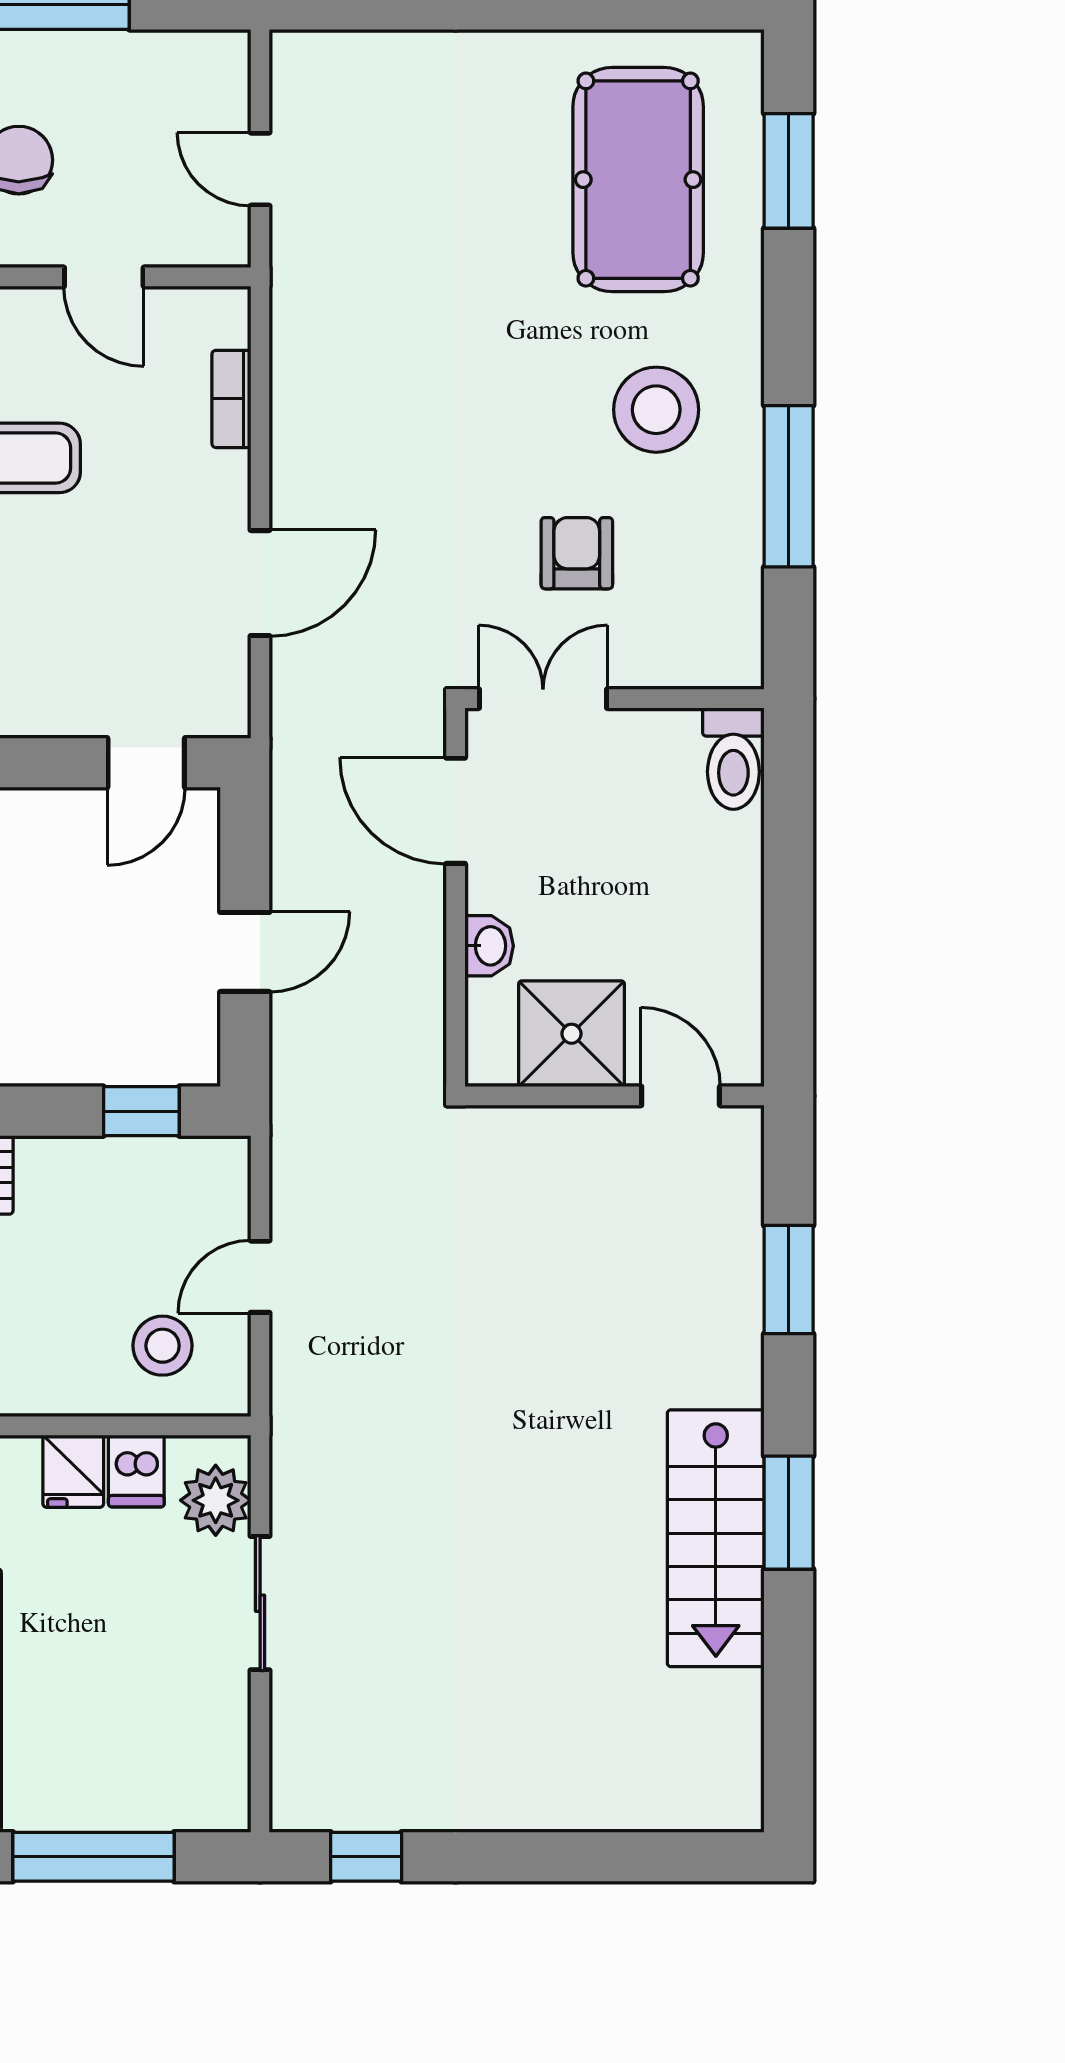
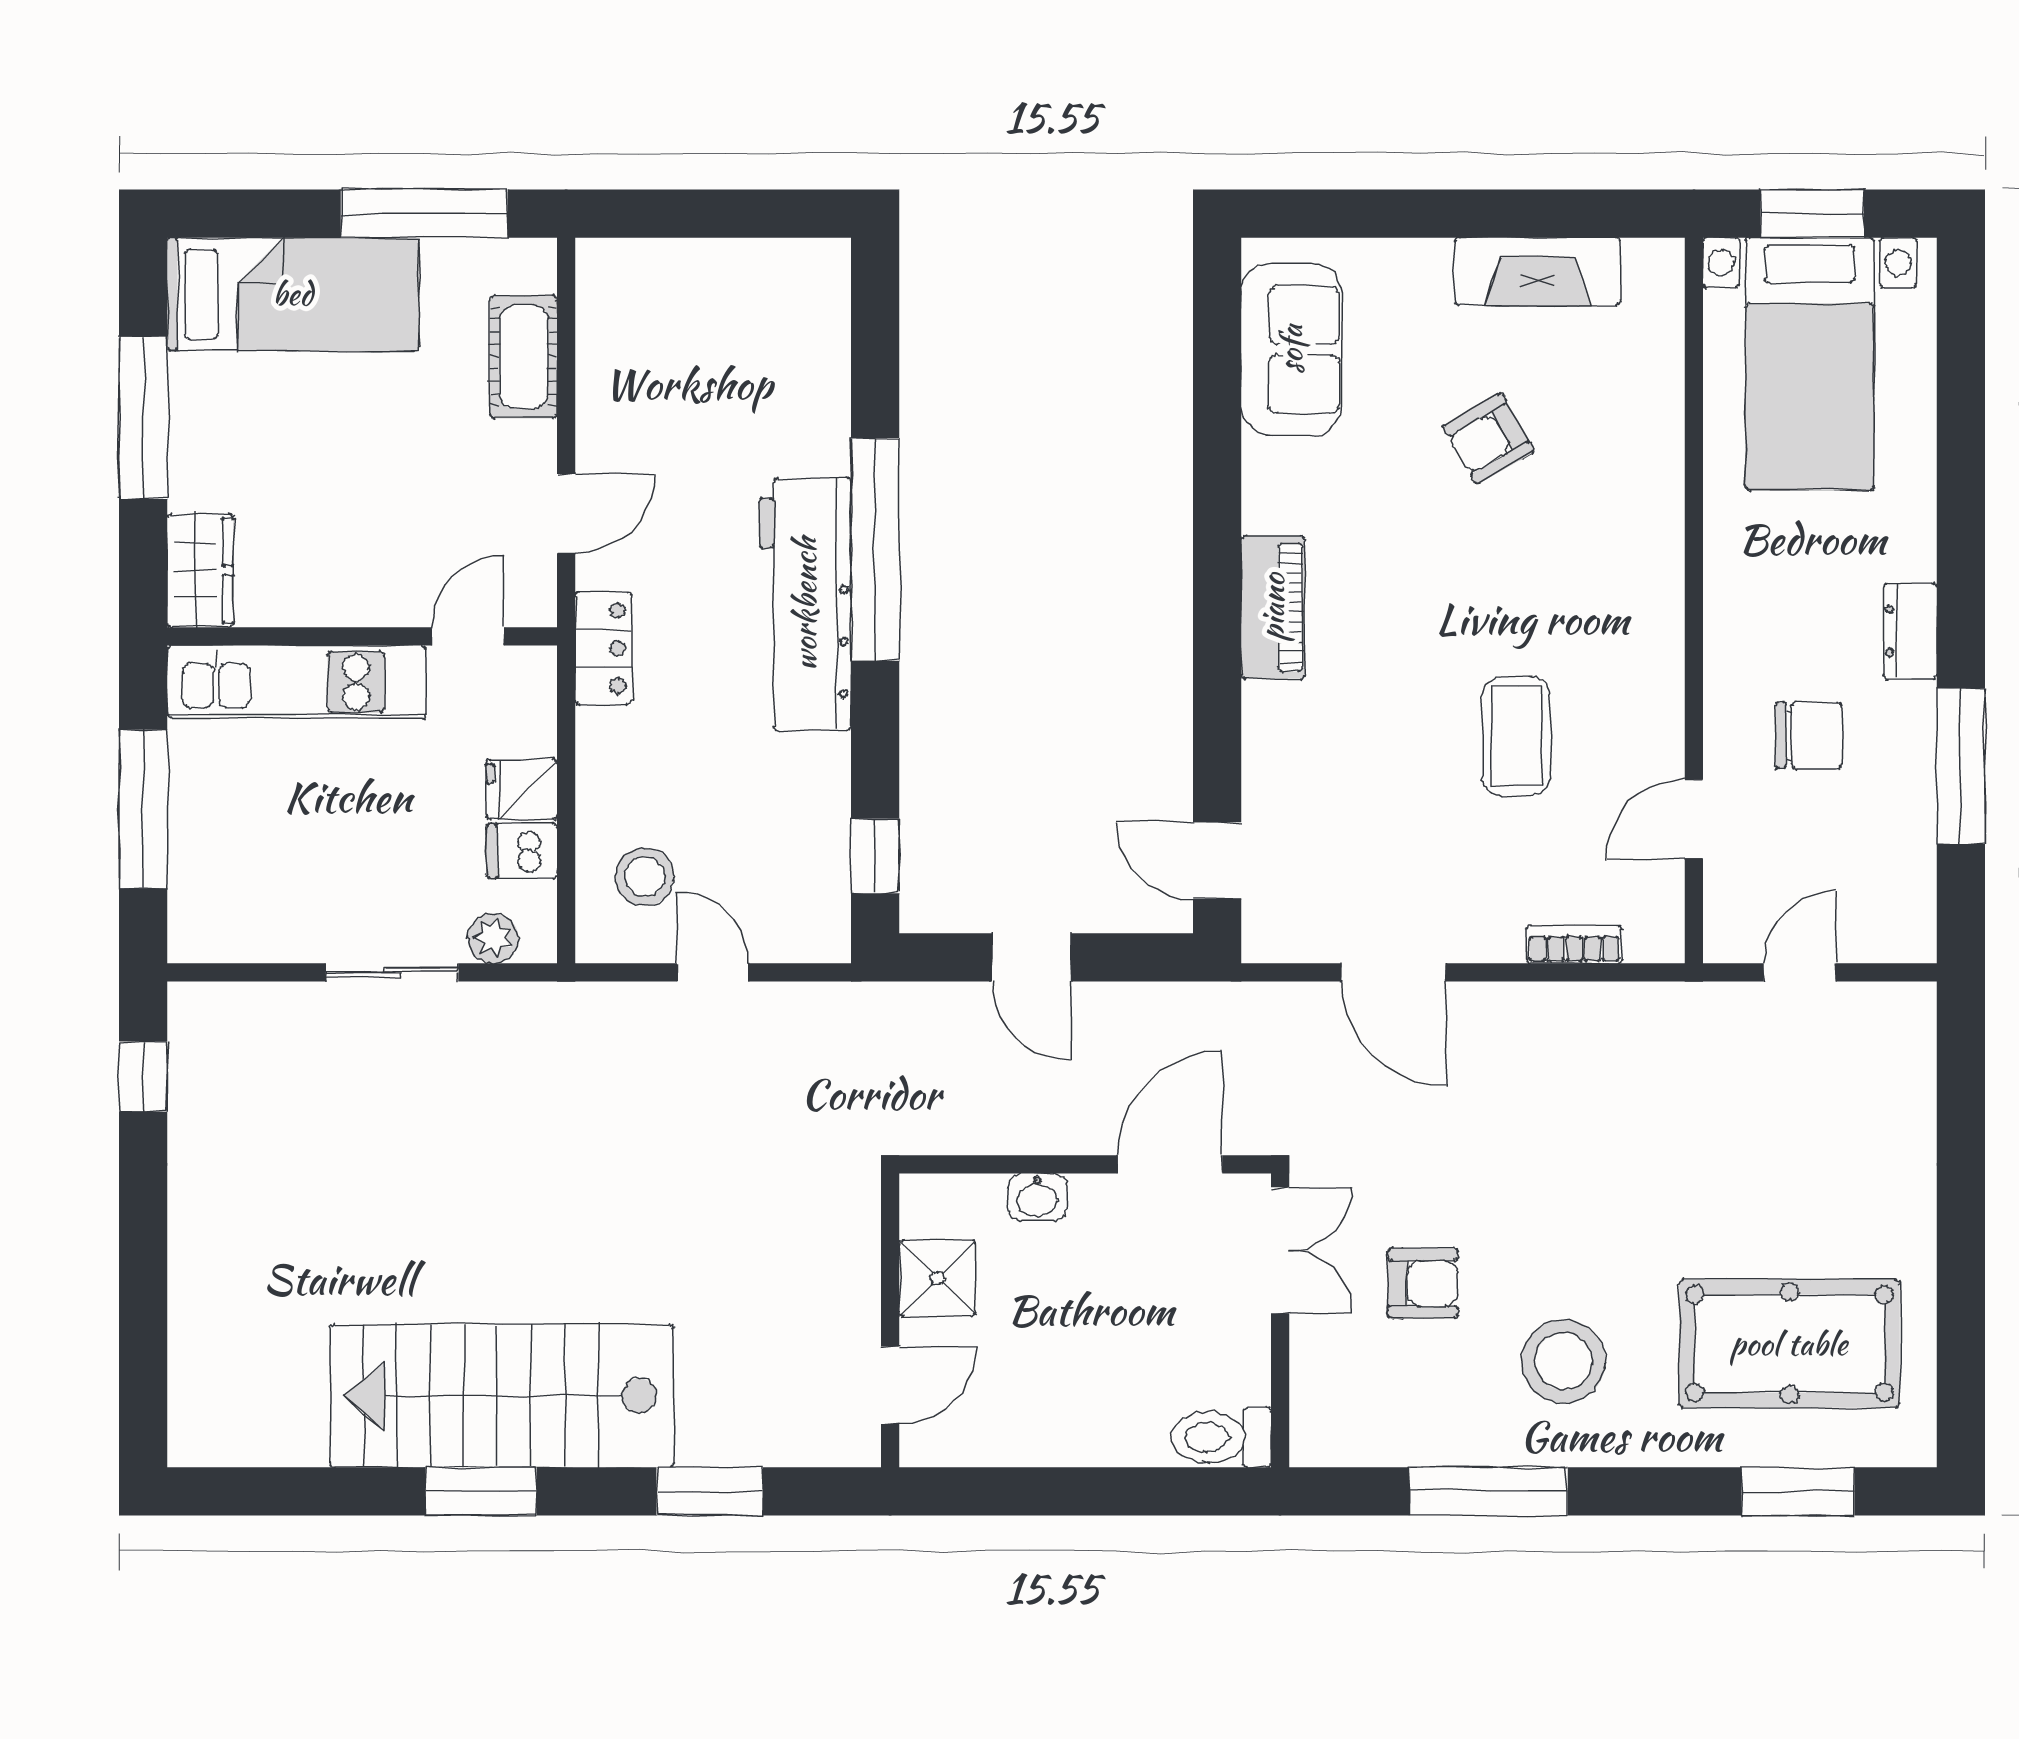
shower: (571, 1034) -> (937, 1278), width x0.73, depth x0.73
plant: (216, 1500) -> (493, 938), width x0.73, depth x0.73
stairs: (716, 1538) -> (502, 1396), width x1.36, depth x1.51

